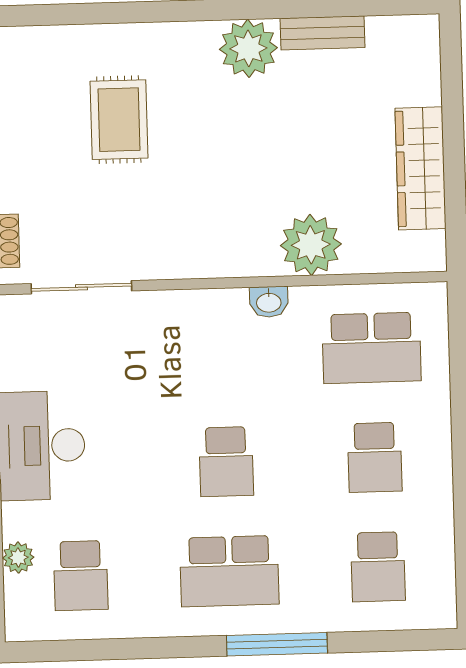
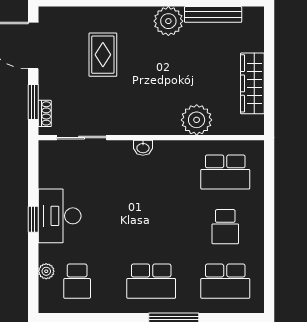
bench: (322, 33) -> (213, 14), width x1.36
washbasin: (269, 302) -> (143, 148), moved
school desk: (226, 462) -> (151, 227), removed
school desk: (378, 567) -> (225, 281), width x1.85

